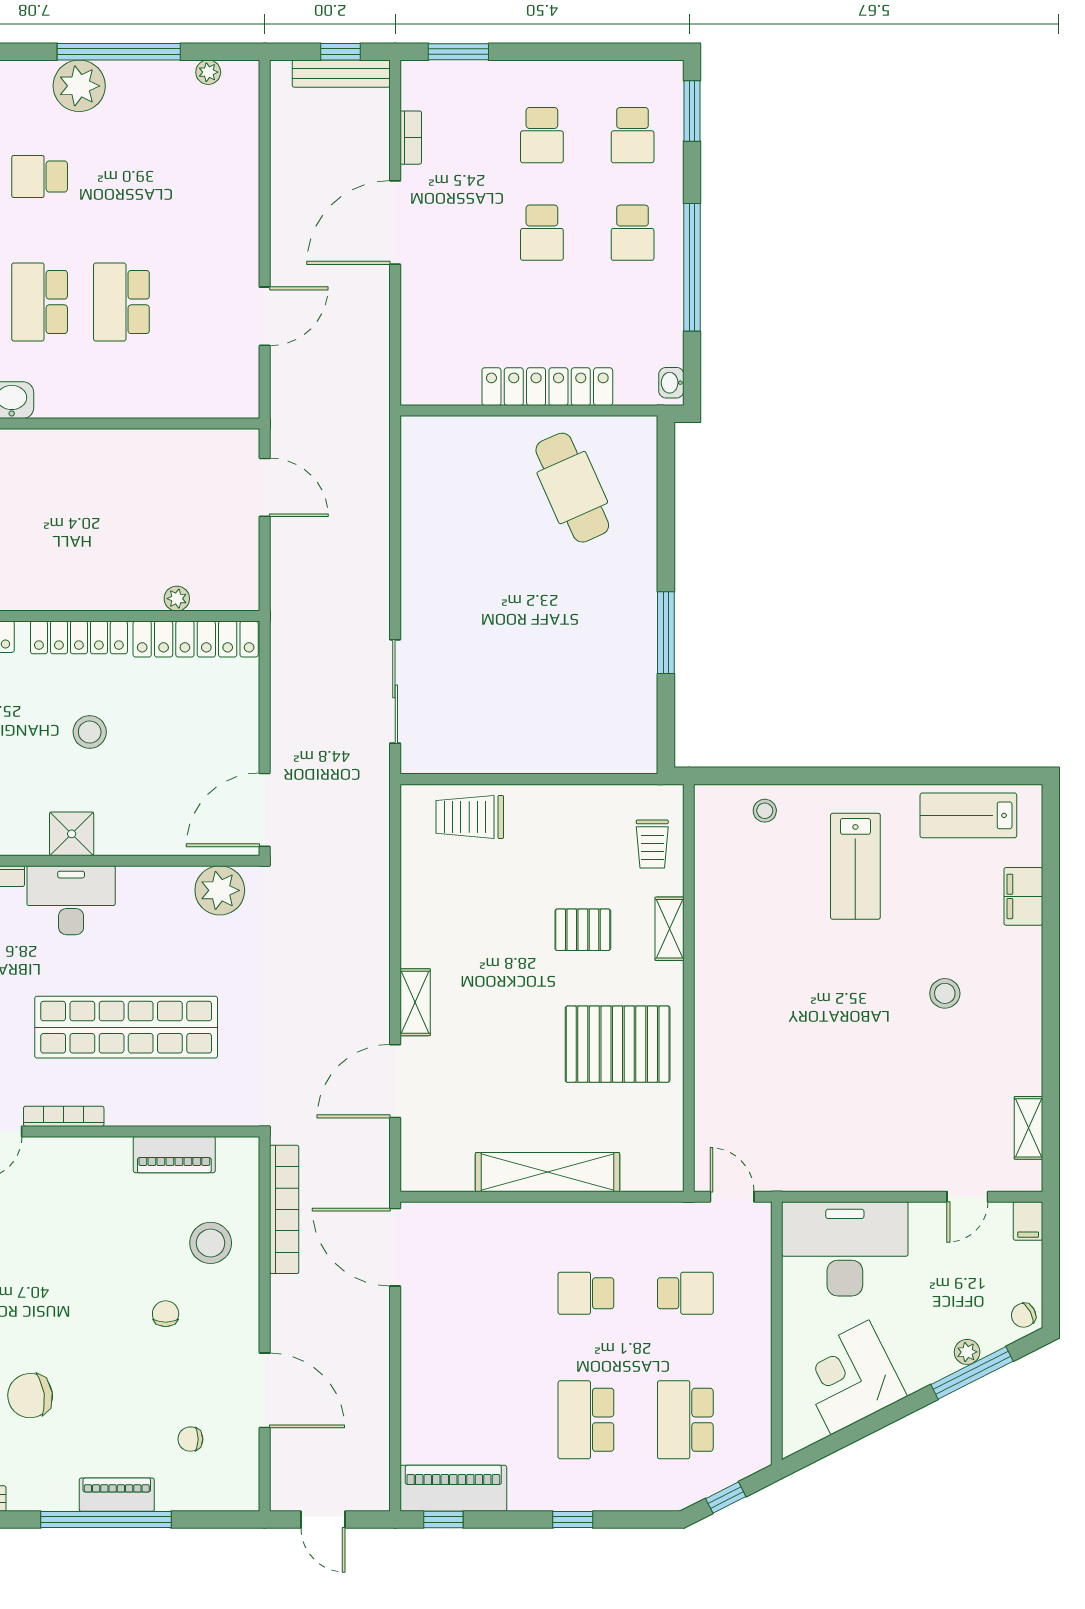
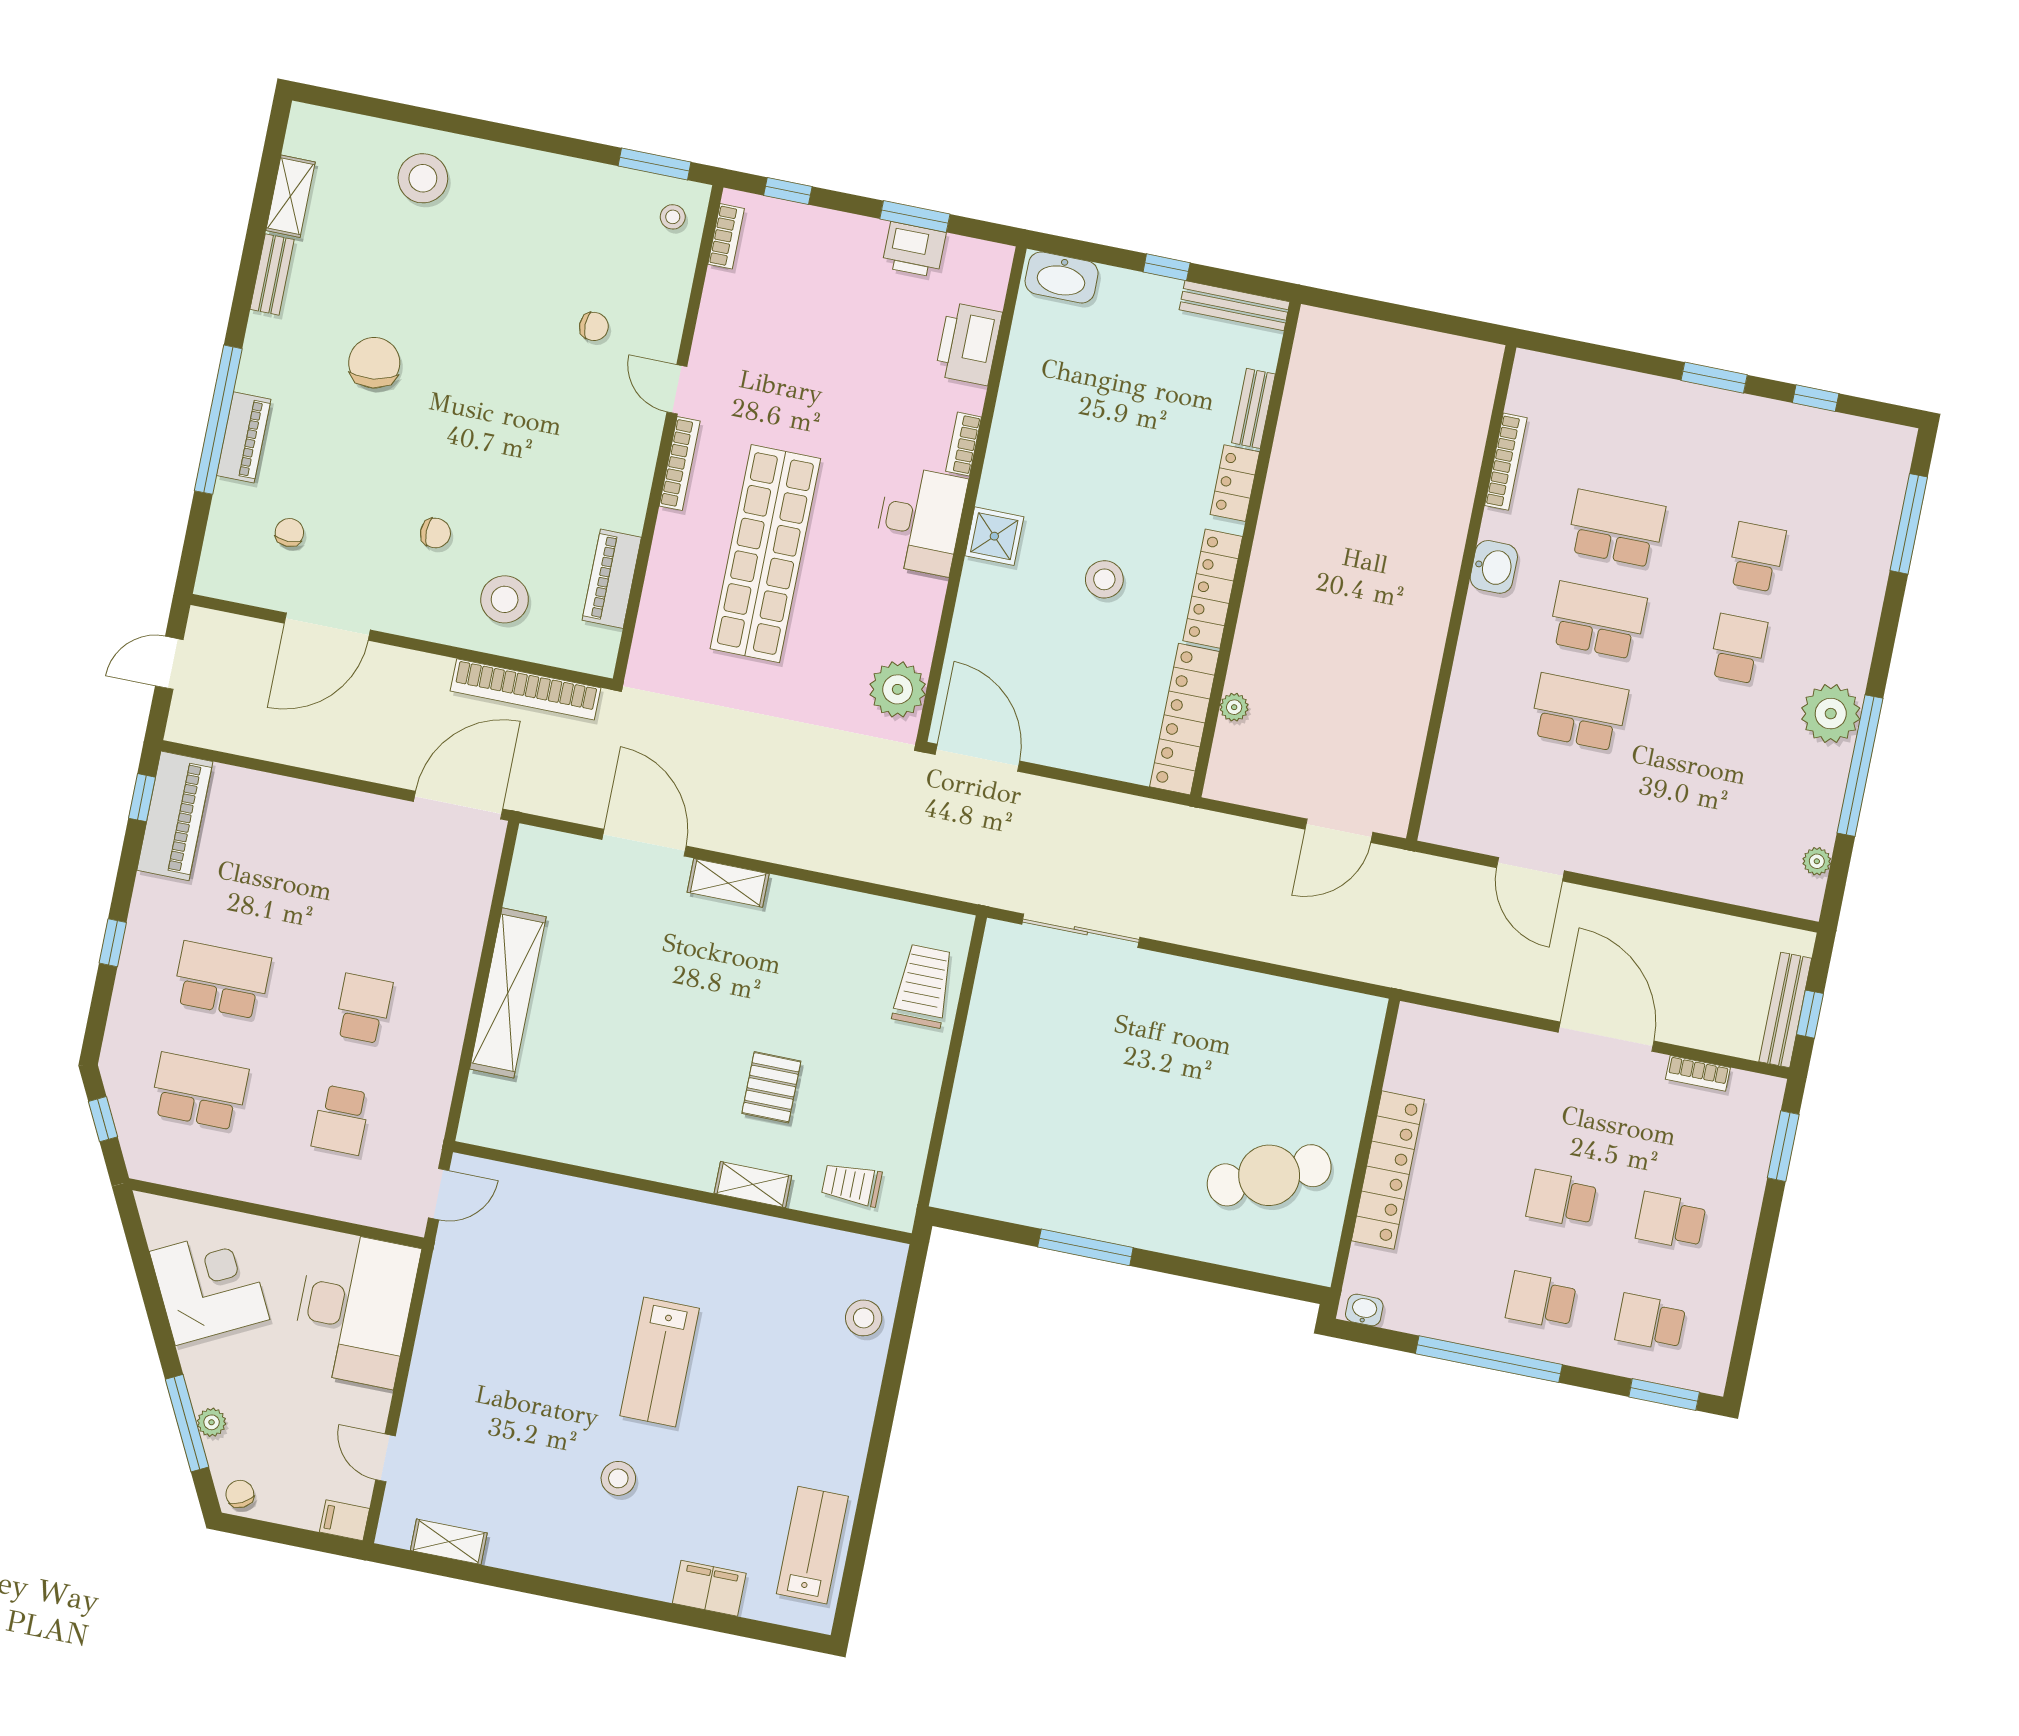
stool: (765, 811) -> (864, 1318), width x1.37, depth x1.37
lab bench: (855, 866) -> (660, 1362), moved, turned -90
pallet: (618, 1044) -> (635, 1100), removed

